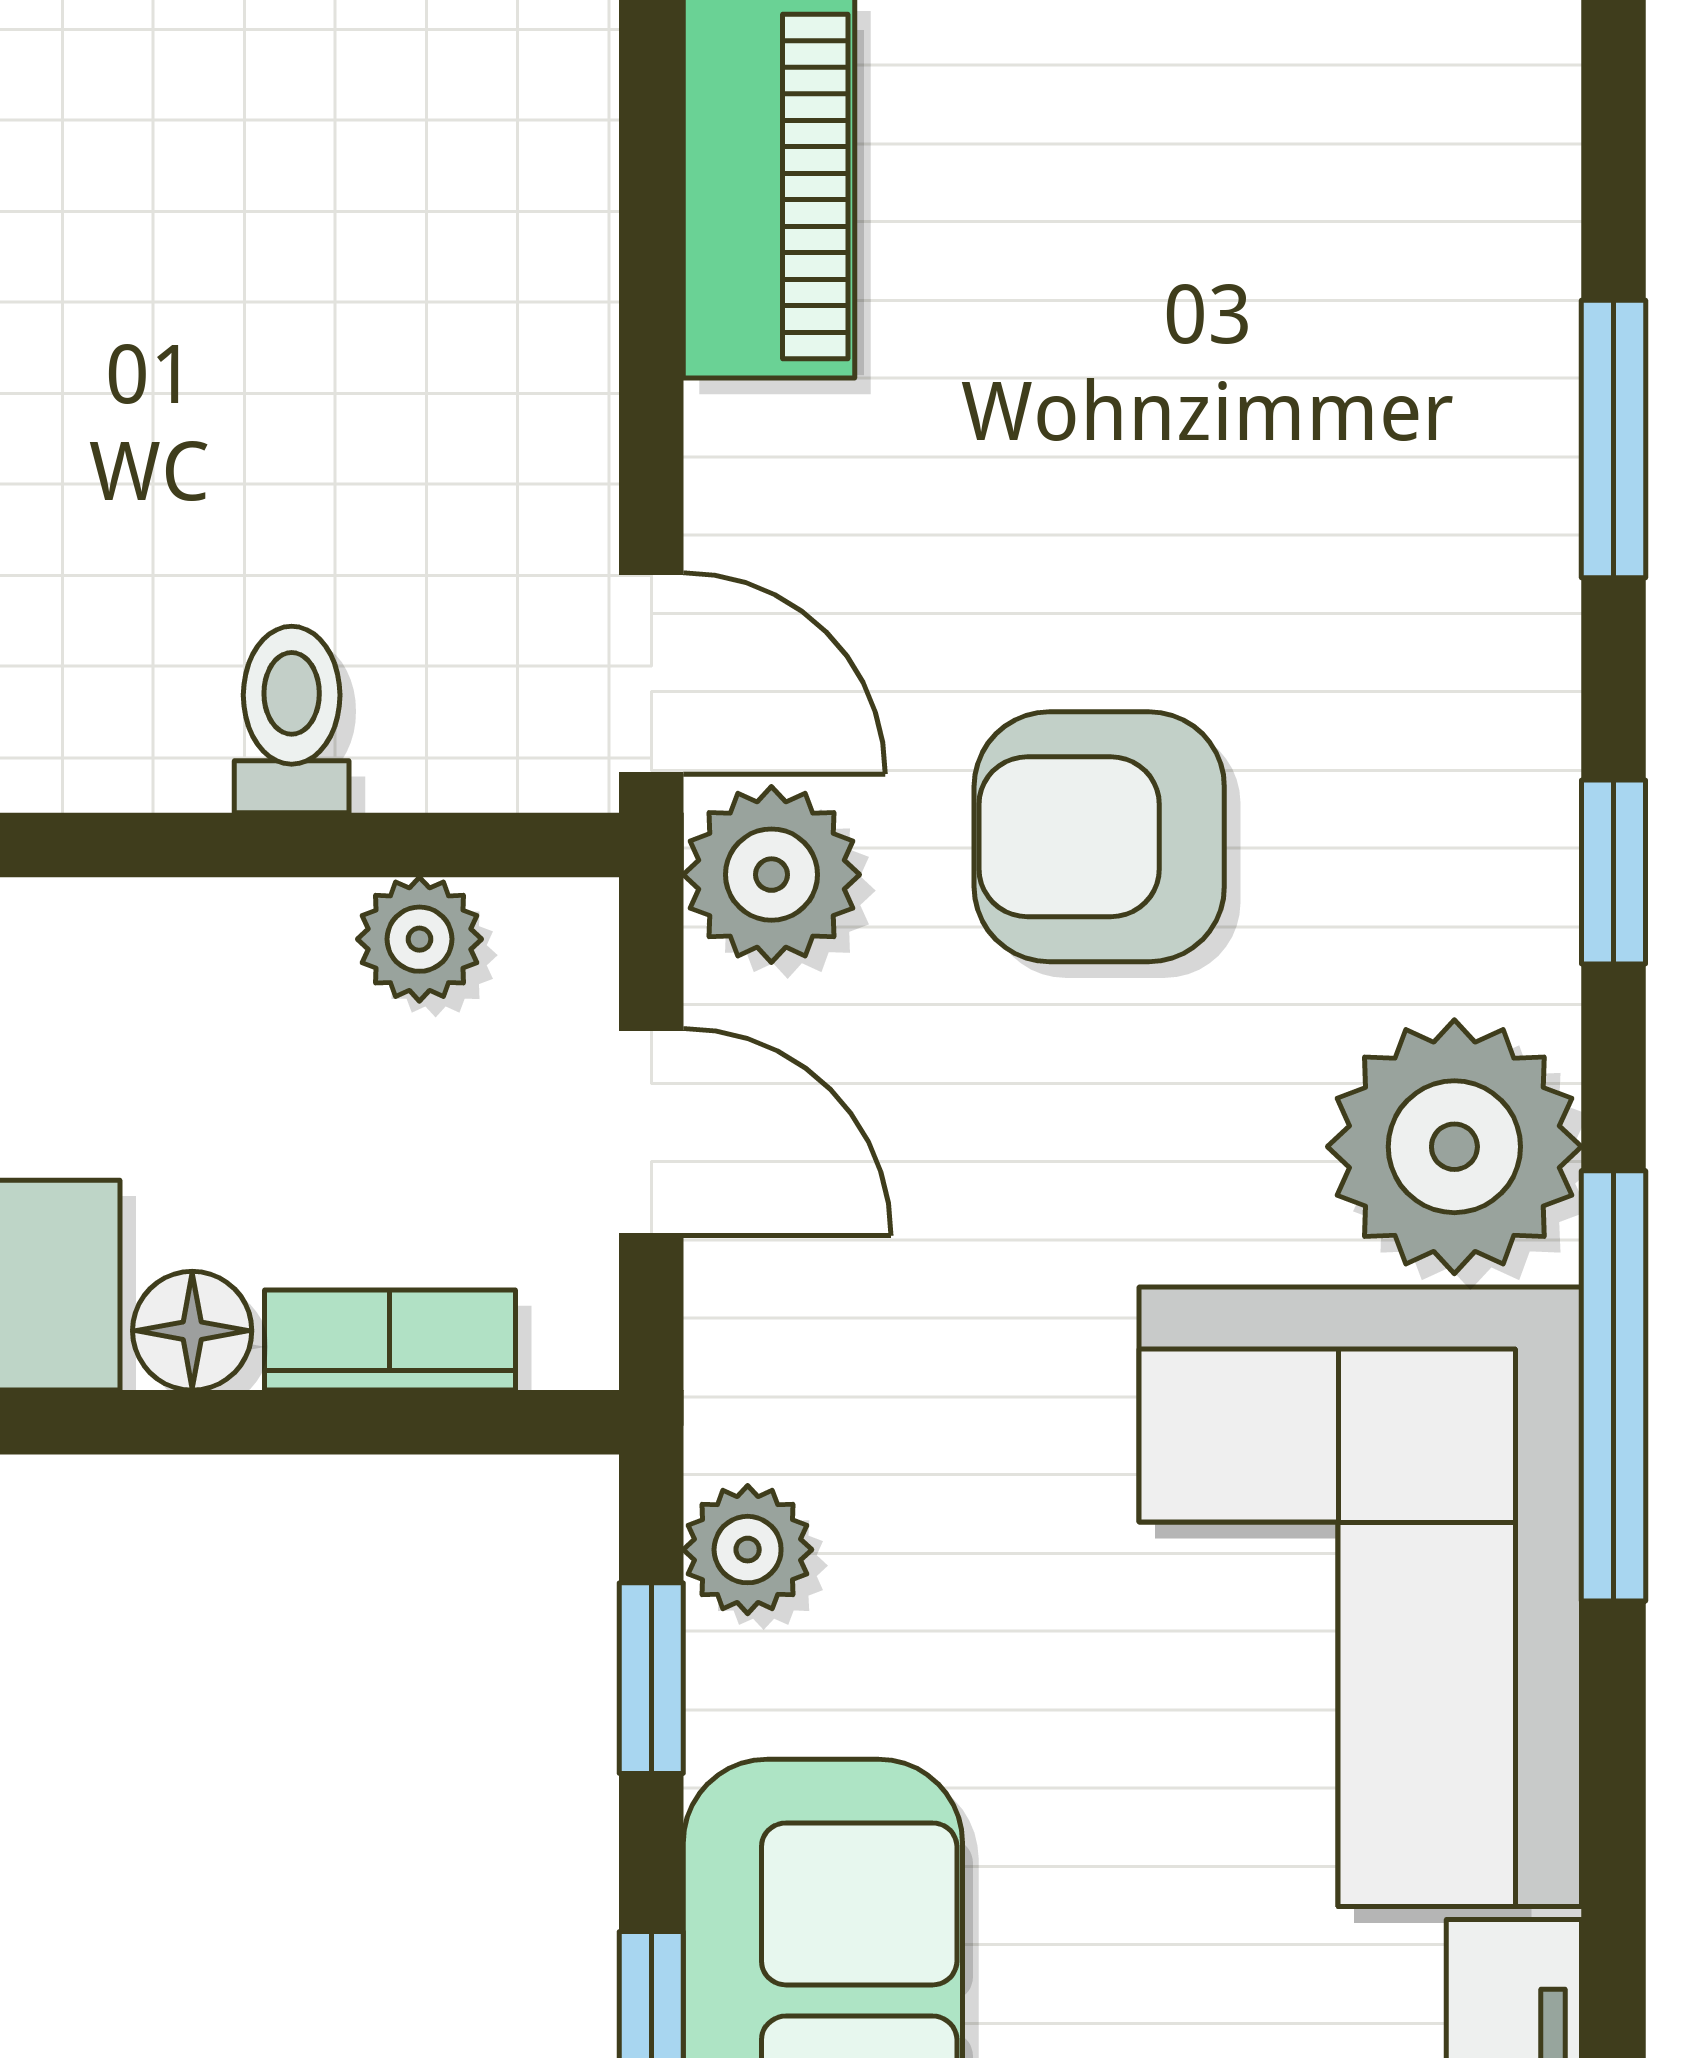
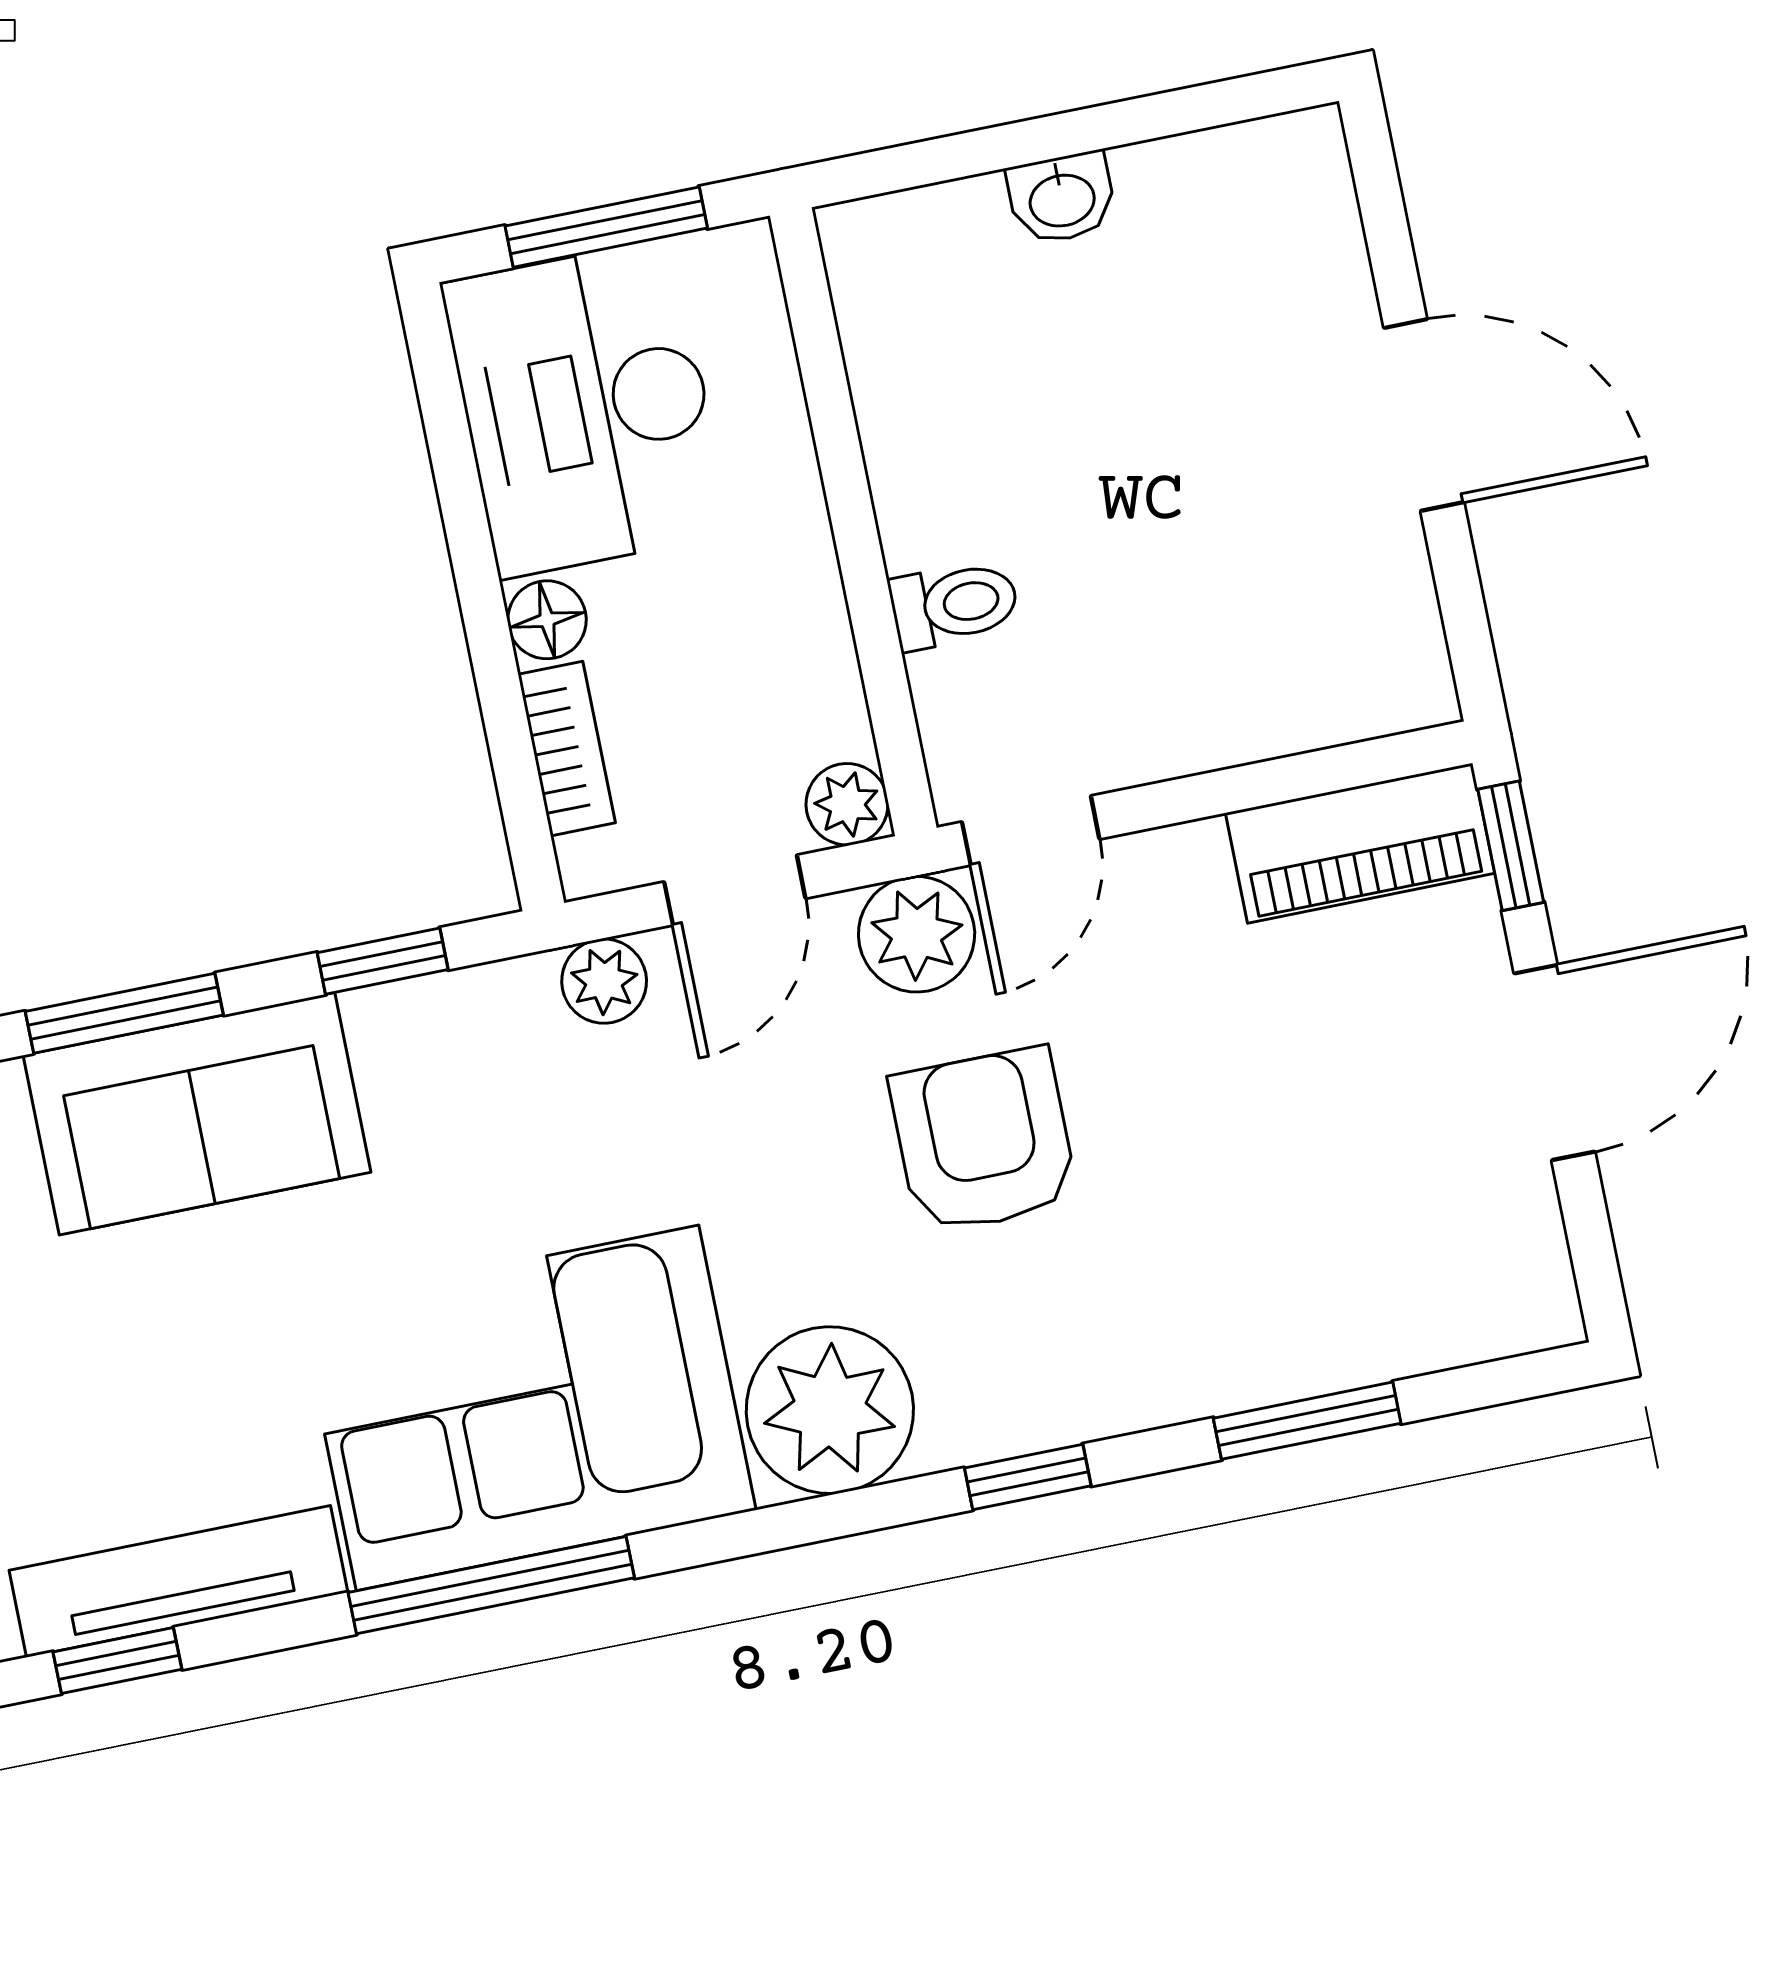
plant: (419, 939) -> (847, 804), moved
window: (1614, 1386) -> (491, 1585), moved
plant: (748, 1550) -> (604, 981), moved

